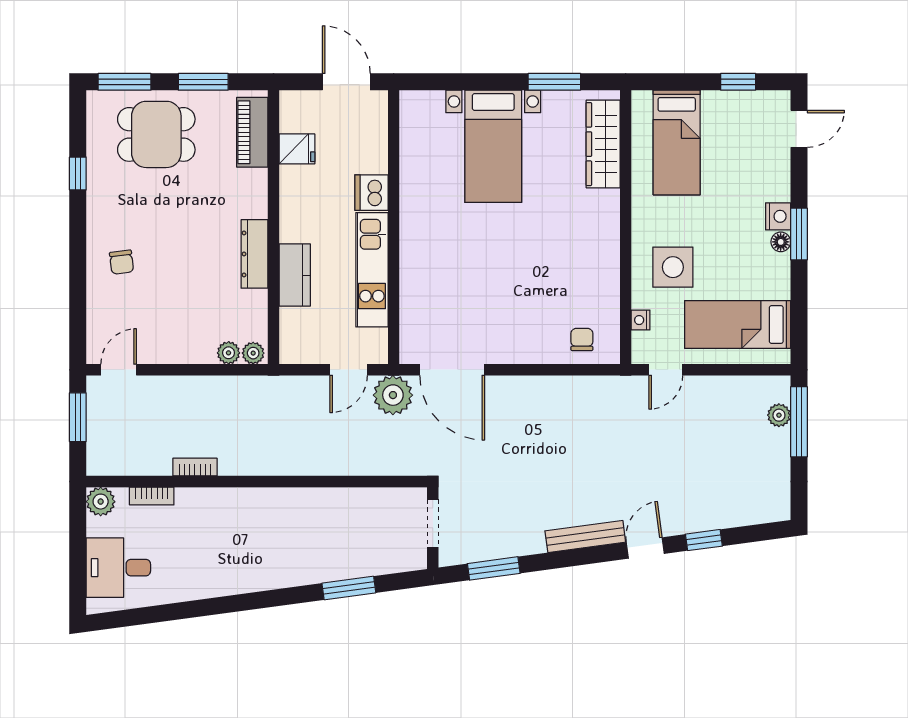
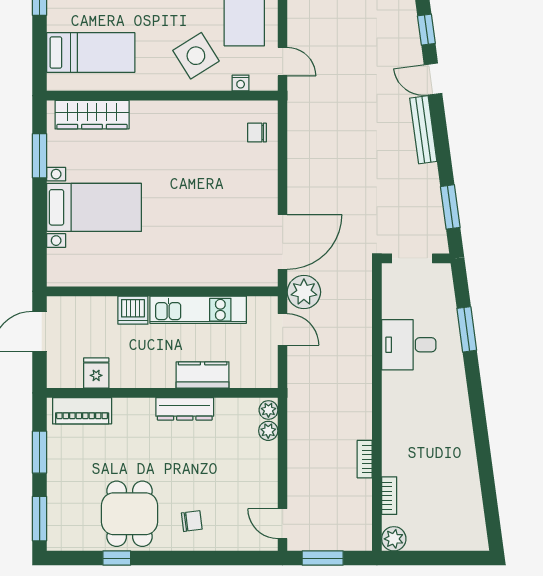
dining table: (156, 134) -> (129, 514), moved
side table: (673, 267) -> (196, 56), turned -32
desk: (118, 568) -> (409, 345), moved, turned 90

